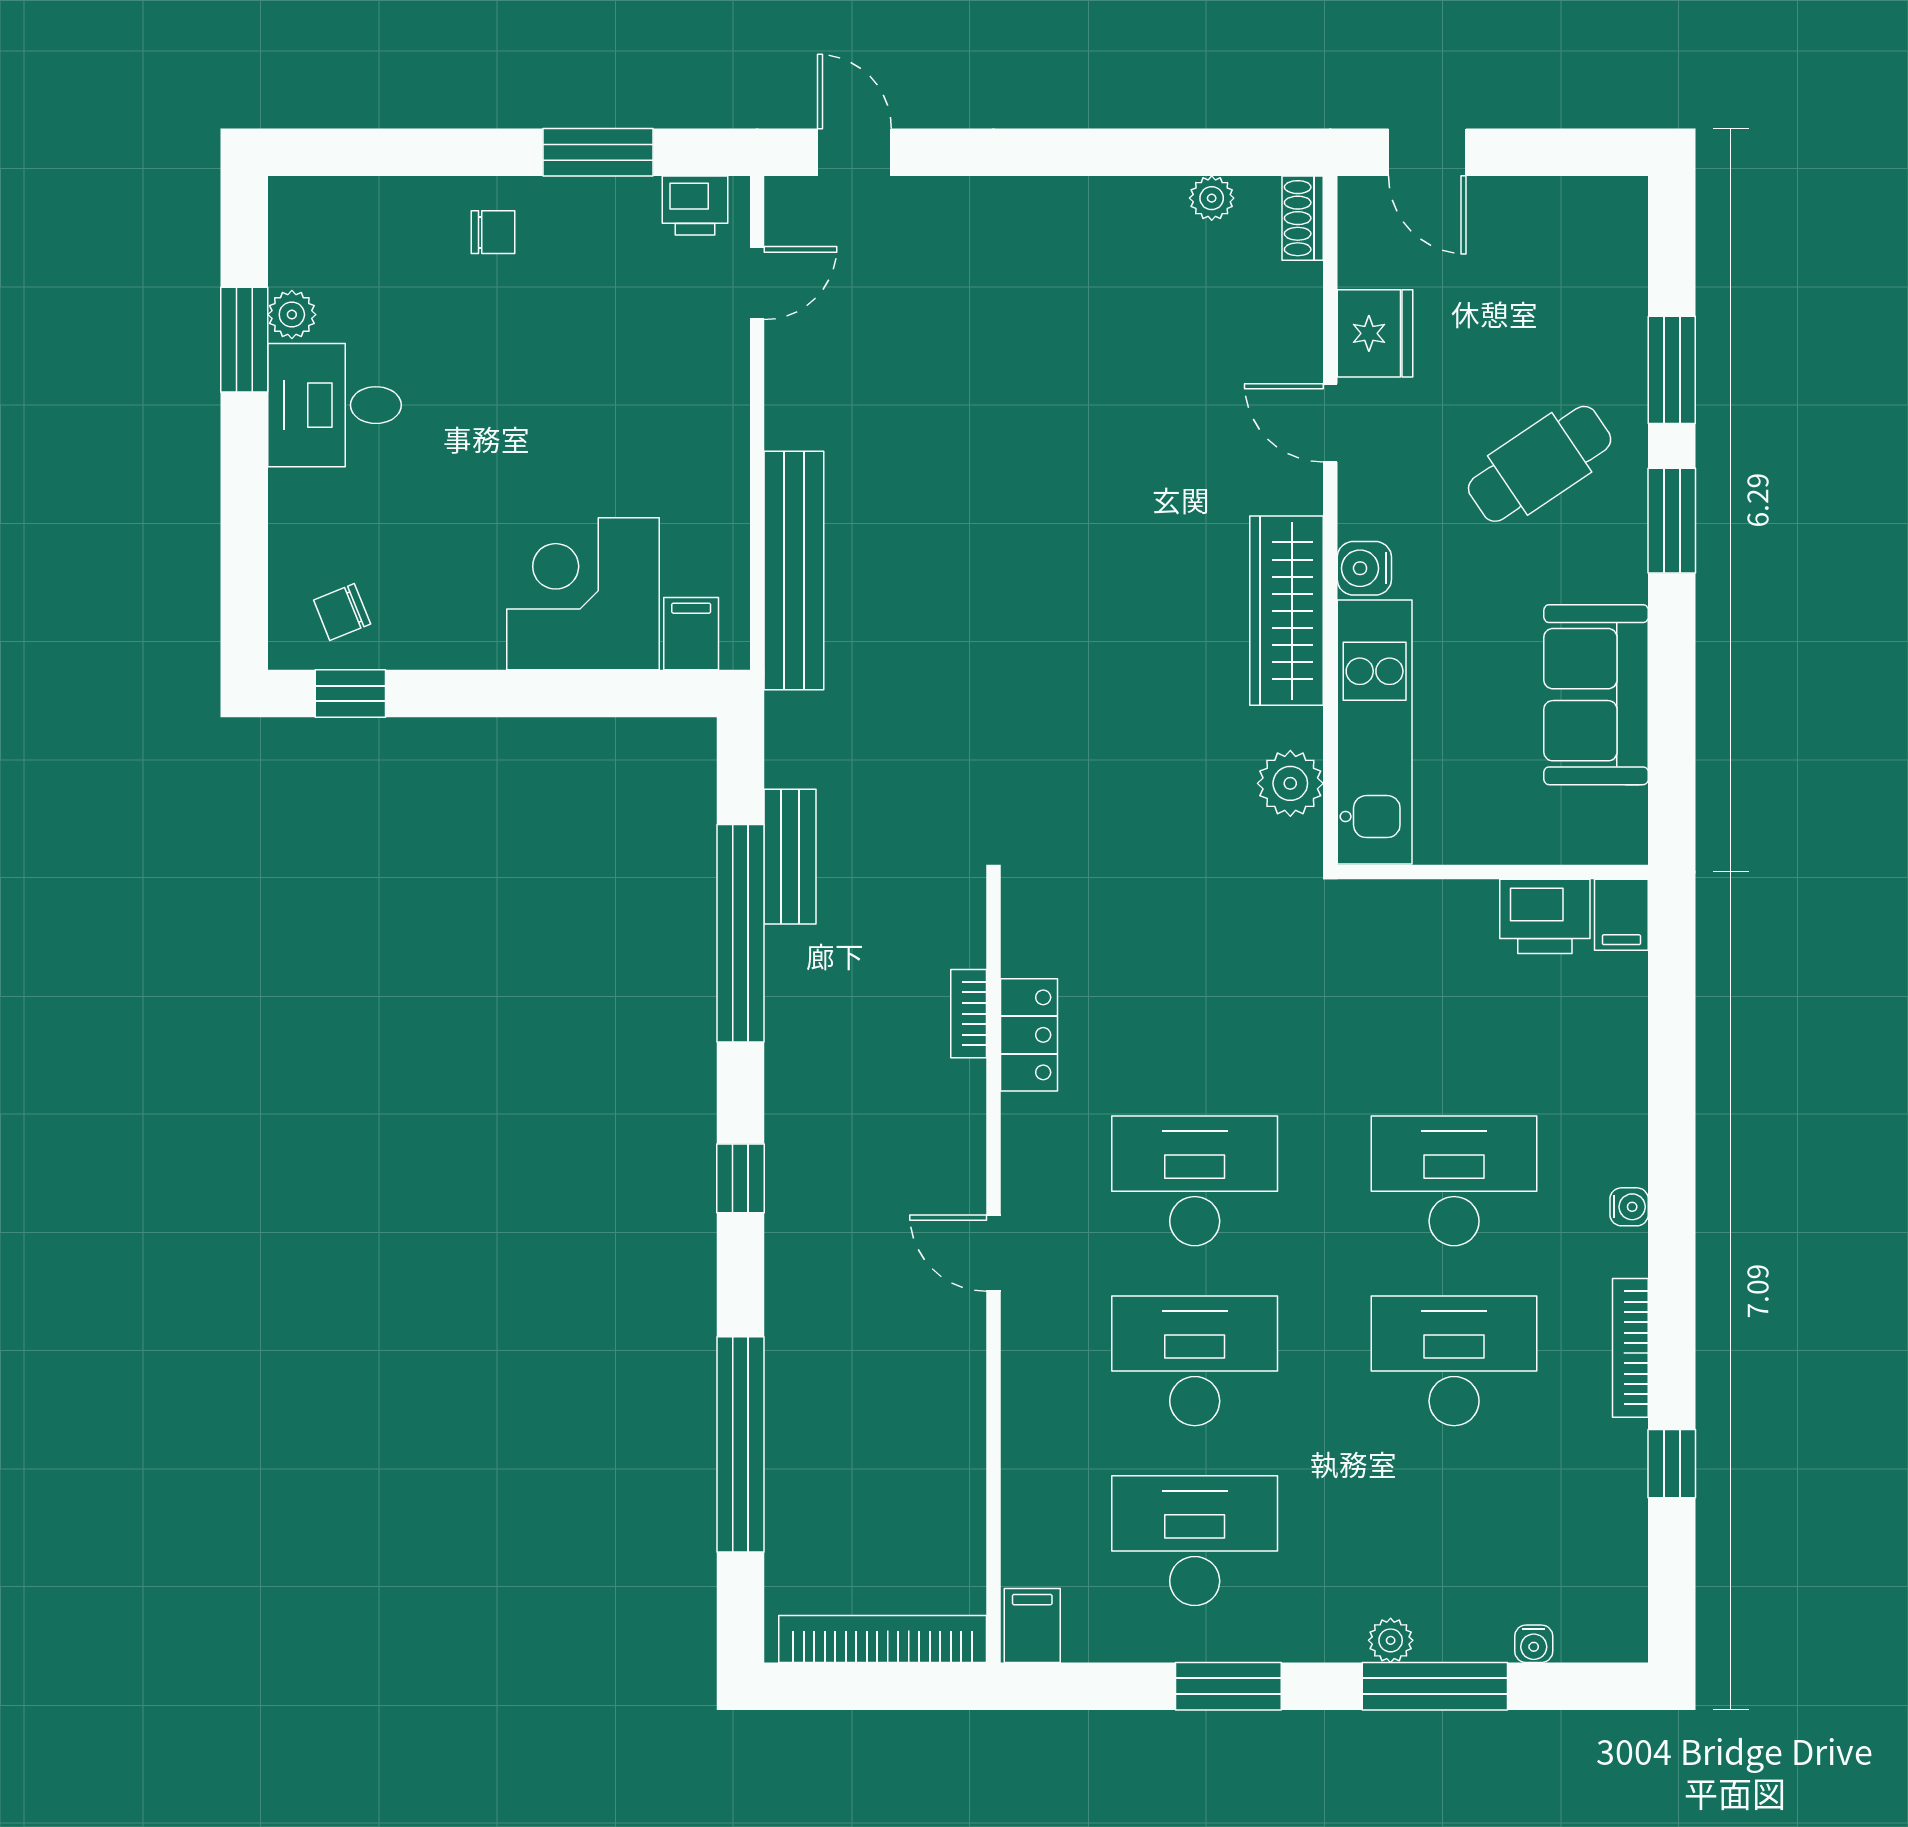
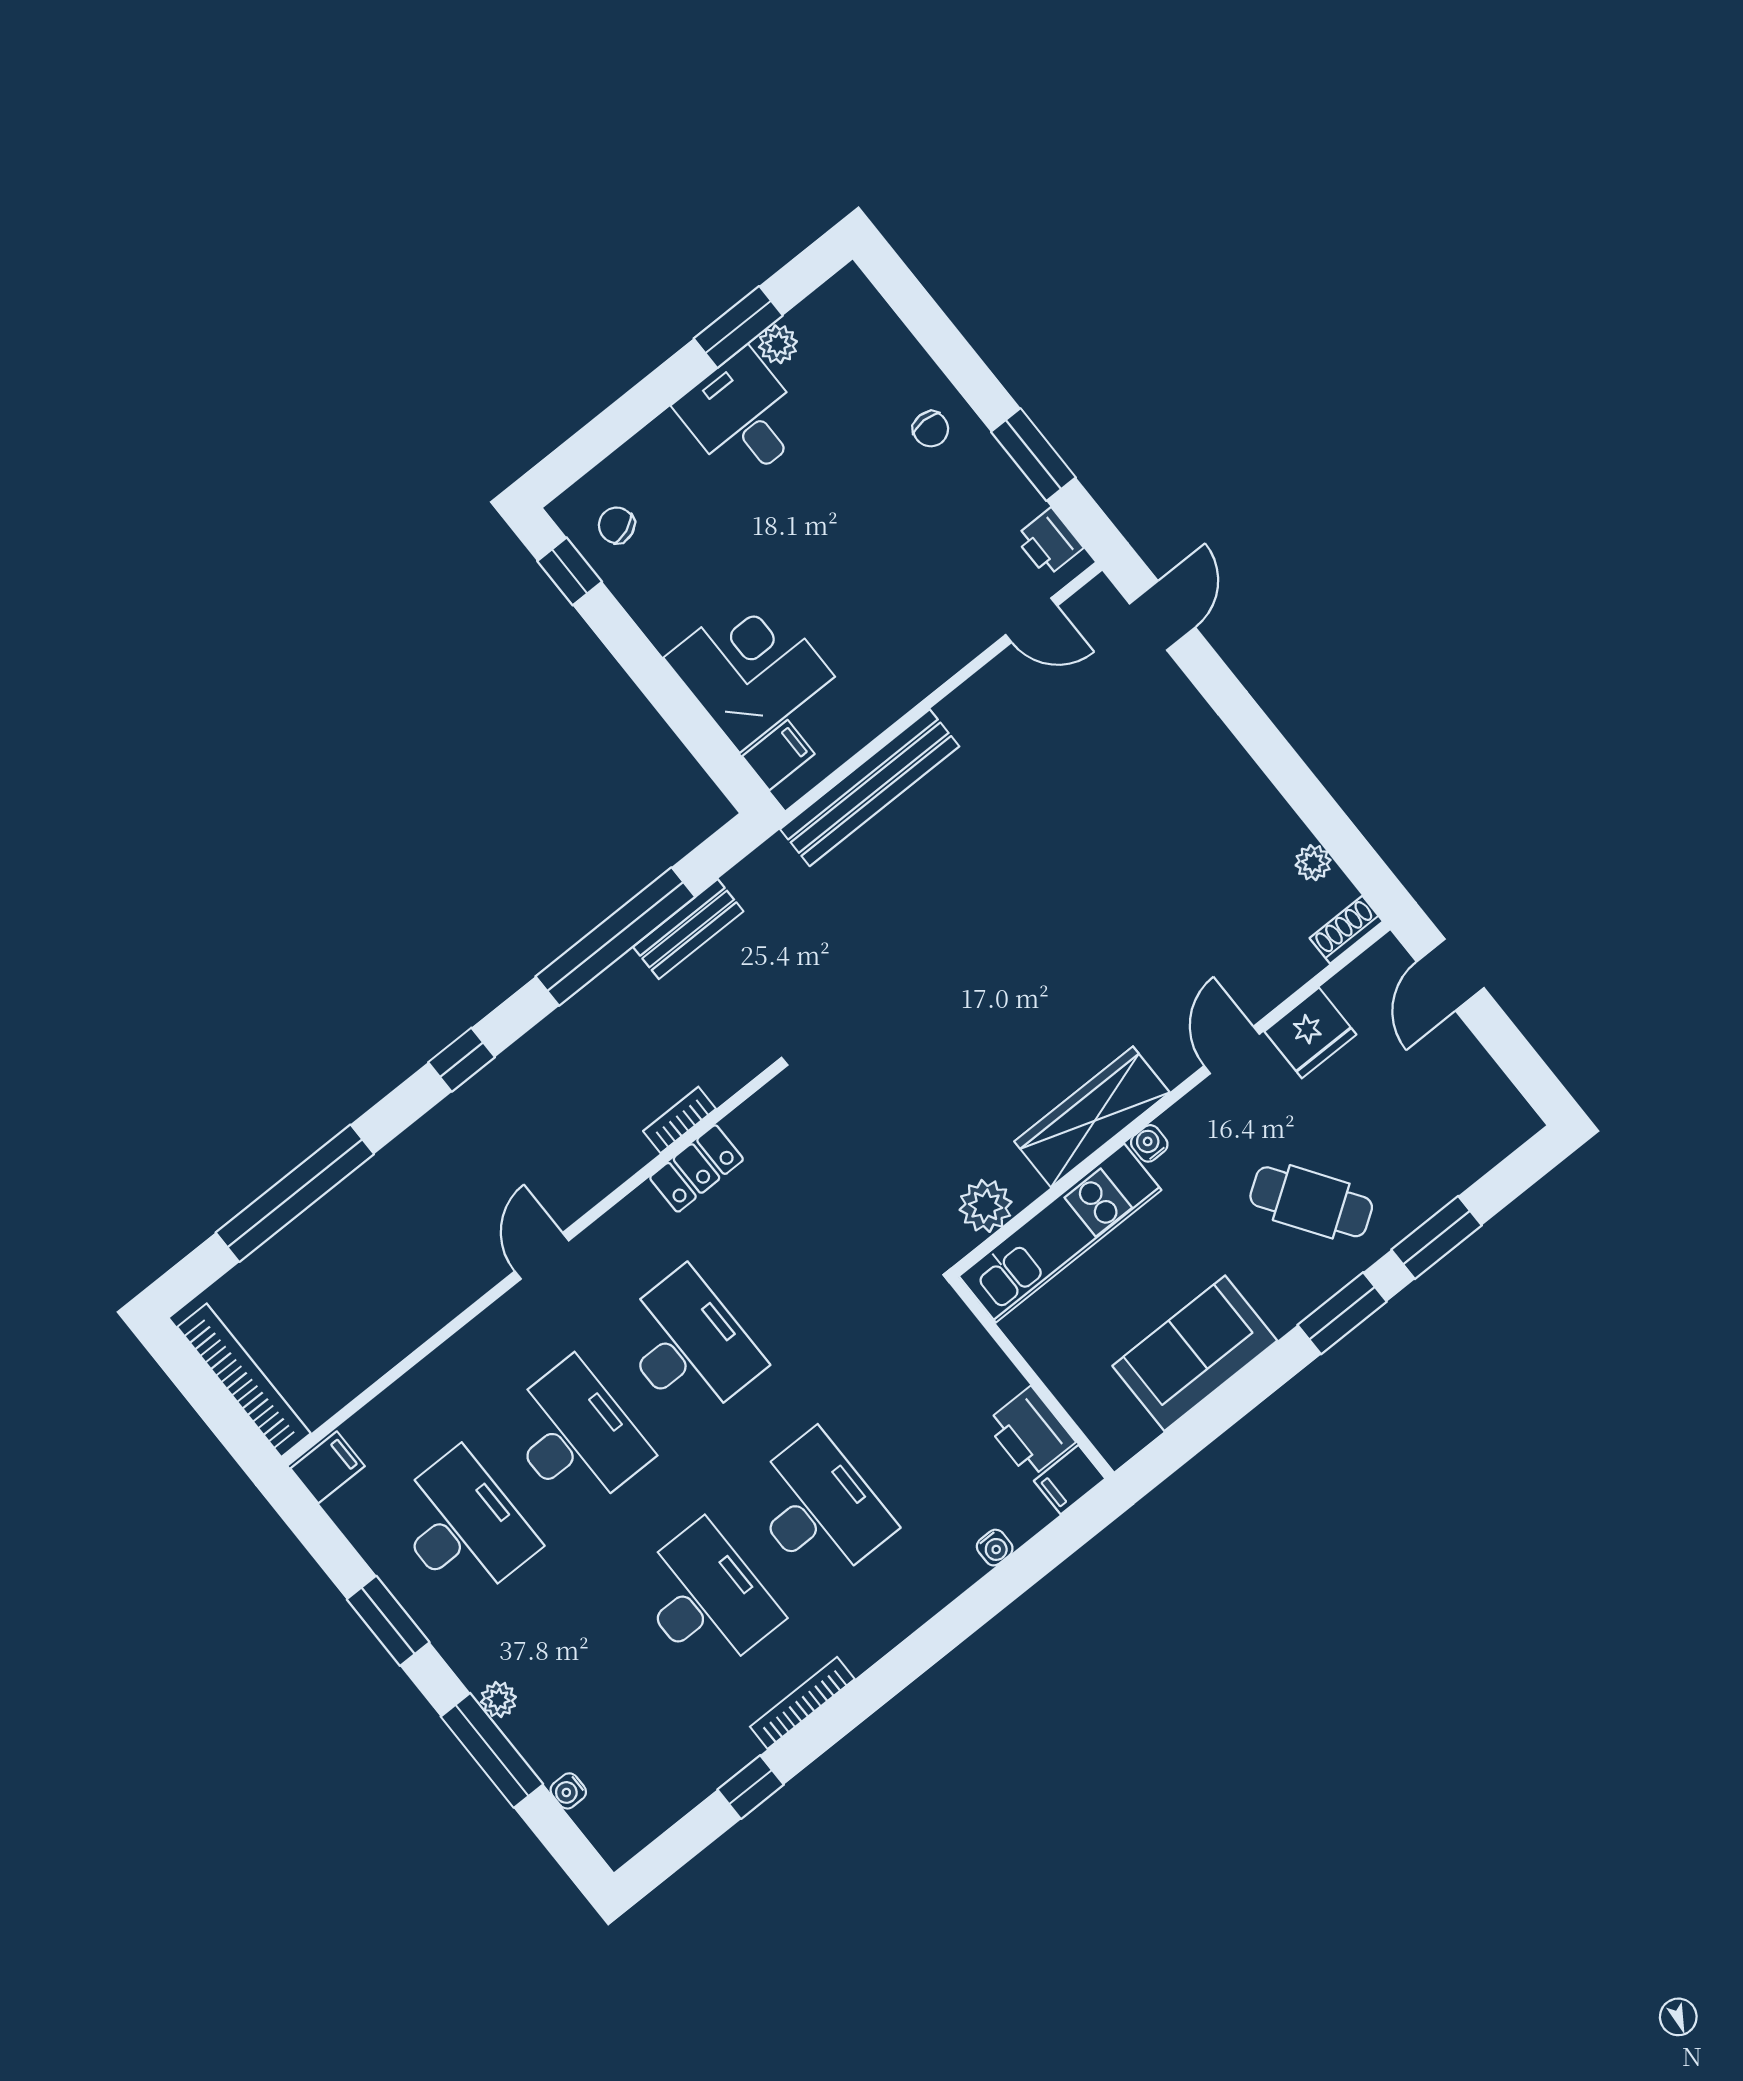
water cooler: (1364, 568) -> (1149, 1143), width x0.72, depth x0.72
water cooler: (1629, 1207) -> (995, 1548), moved

